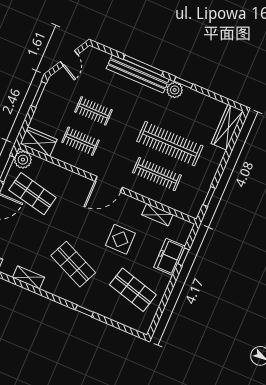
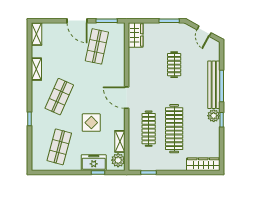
door: (69, 58) -> (204, 31), hinge flipped
clothes rail: (81, 141) -> (149, 65), removed
plant: (23, 160) -> (118, 160), moved

